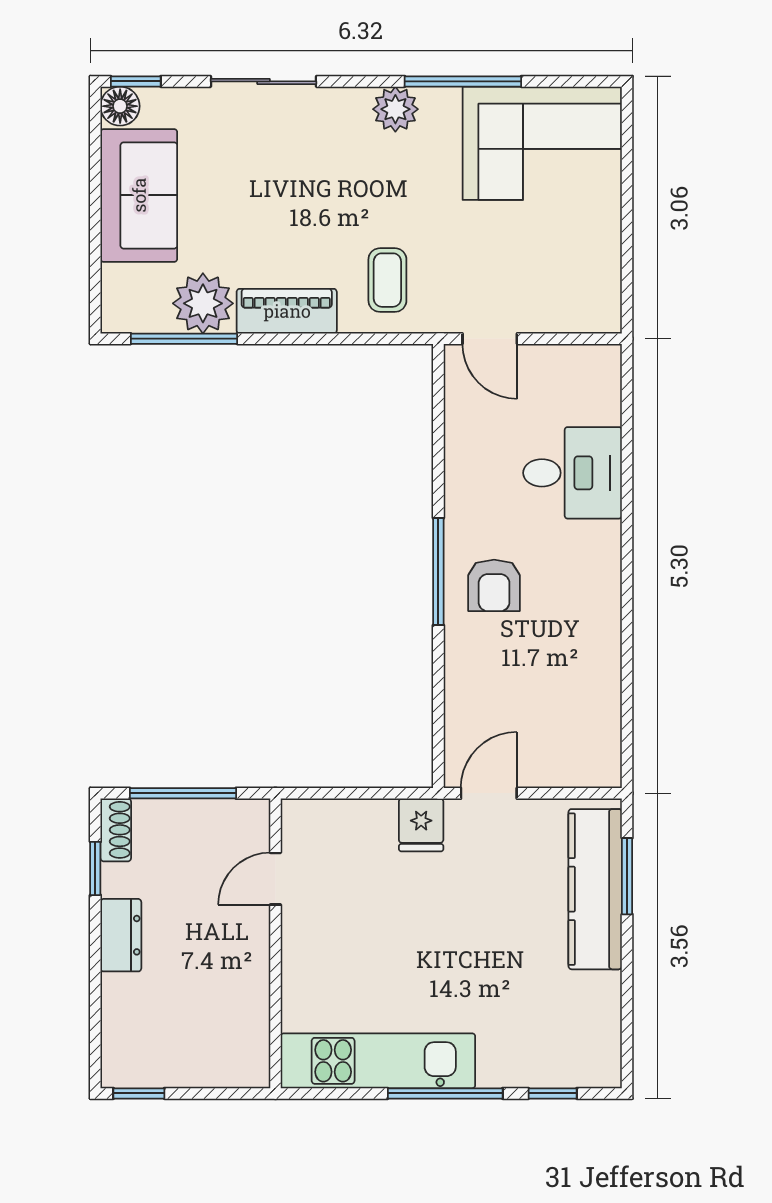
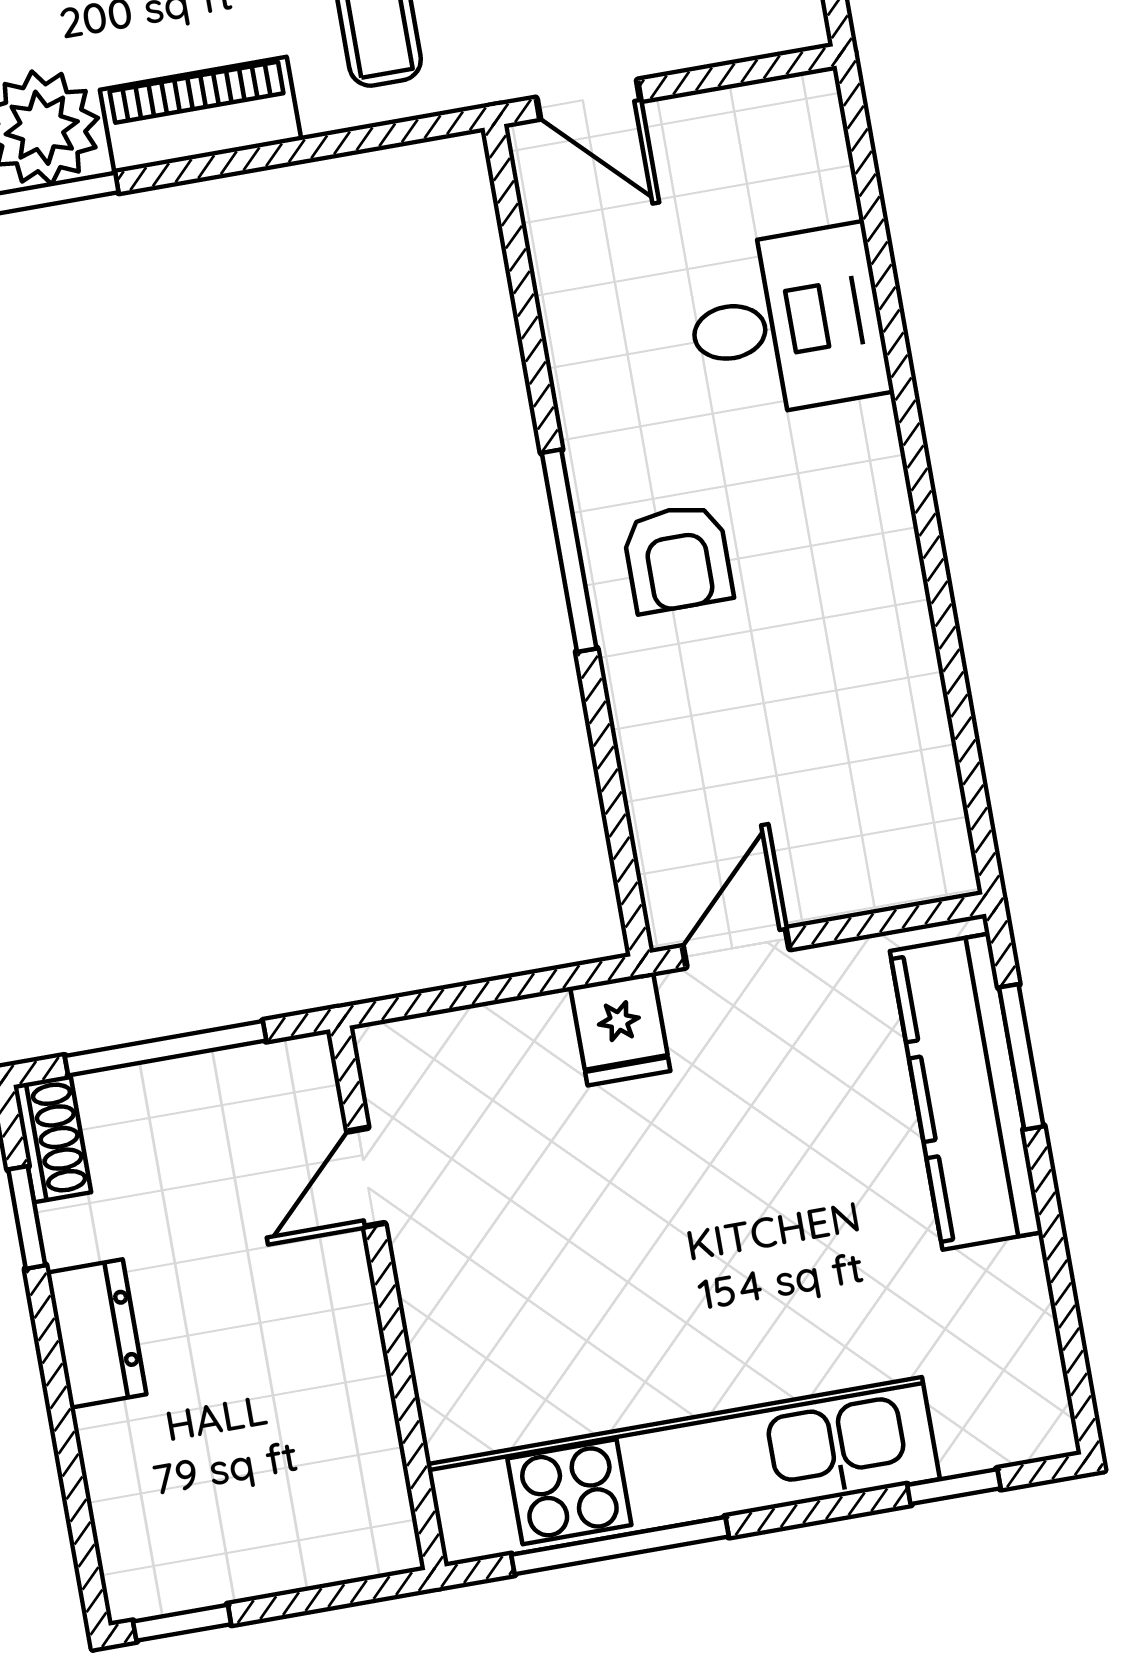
kitchen unit: (378, 1061) -> (683, 1472), width x1.36
window: (445, 1093) -> (620, 1546), moved

